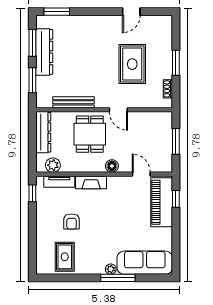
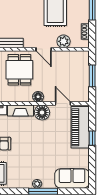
plant: (142, 100) -> (64, 41), added
floor lamp: (117, 185) -> (42, 113), added
window: (176, 199) -> (92, 138), moved
sofa: (145, 263) -> (72, 178), width x0.73

